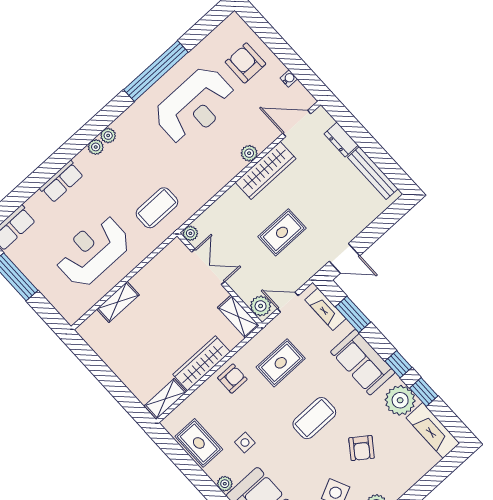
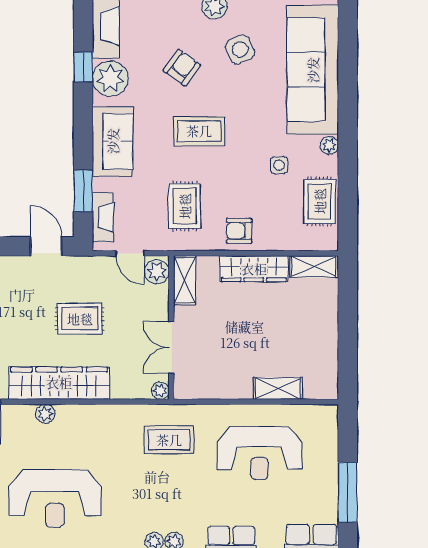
reception desk: (195, 106) -> (55, 498), turned 180
wardrobe: (266, 171) -> (59, 383), width x1.40, depth x1.17
rug: (281, 363) -> (185, 206), turned 90
window: (398, 364) -> (83, 111), removed

